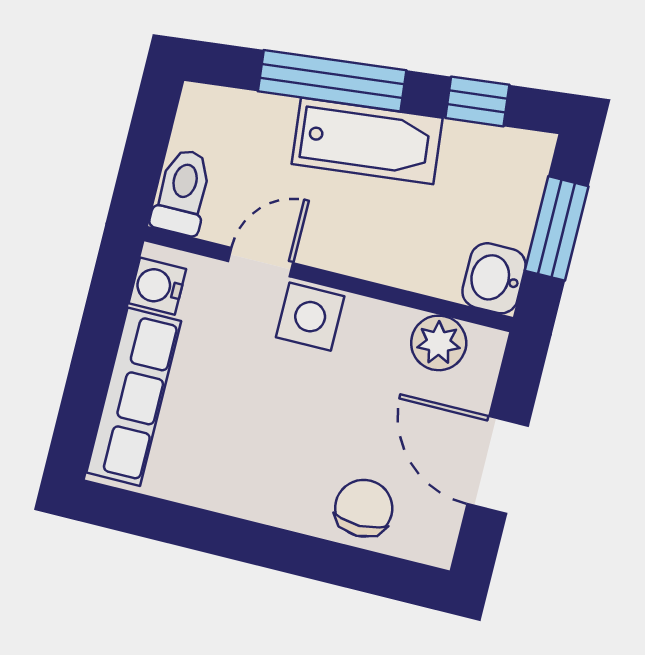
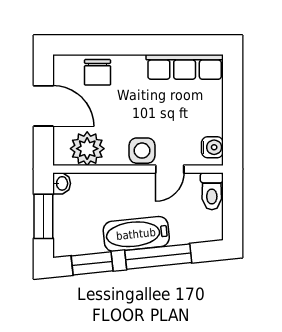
window: (477, 101) -> (92, 263), width x1.50
washbasin: (494, 278) -> (62, 183), width x0.72, depth x0.69
plant: (439, 343) -> (87, 149), width x1.36, depth x1.36
row of seats: (134, 397) -> (185, 67), moved, turned -90

